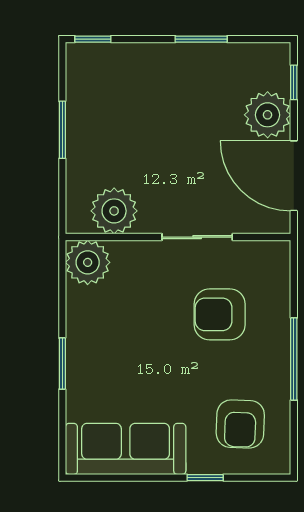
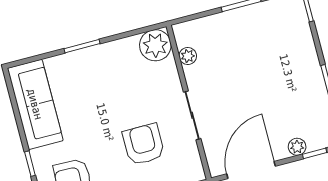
plant: (268, 115) -> (297, 147), width x0.53, depth x0.53
plant: (114, 211) -> (188, 56), width x0.53, depth x0.53

